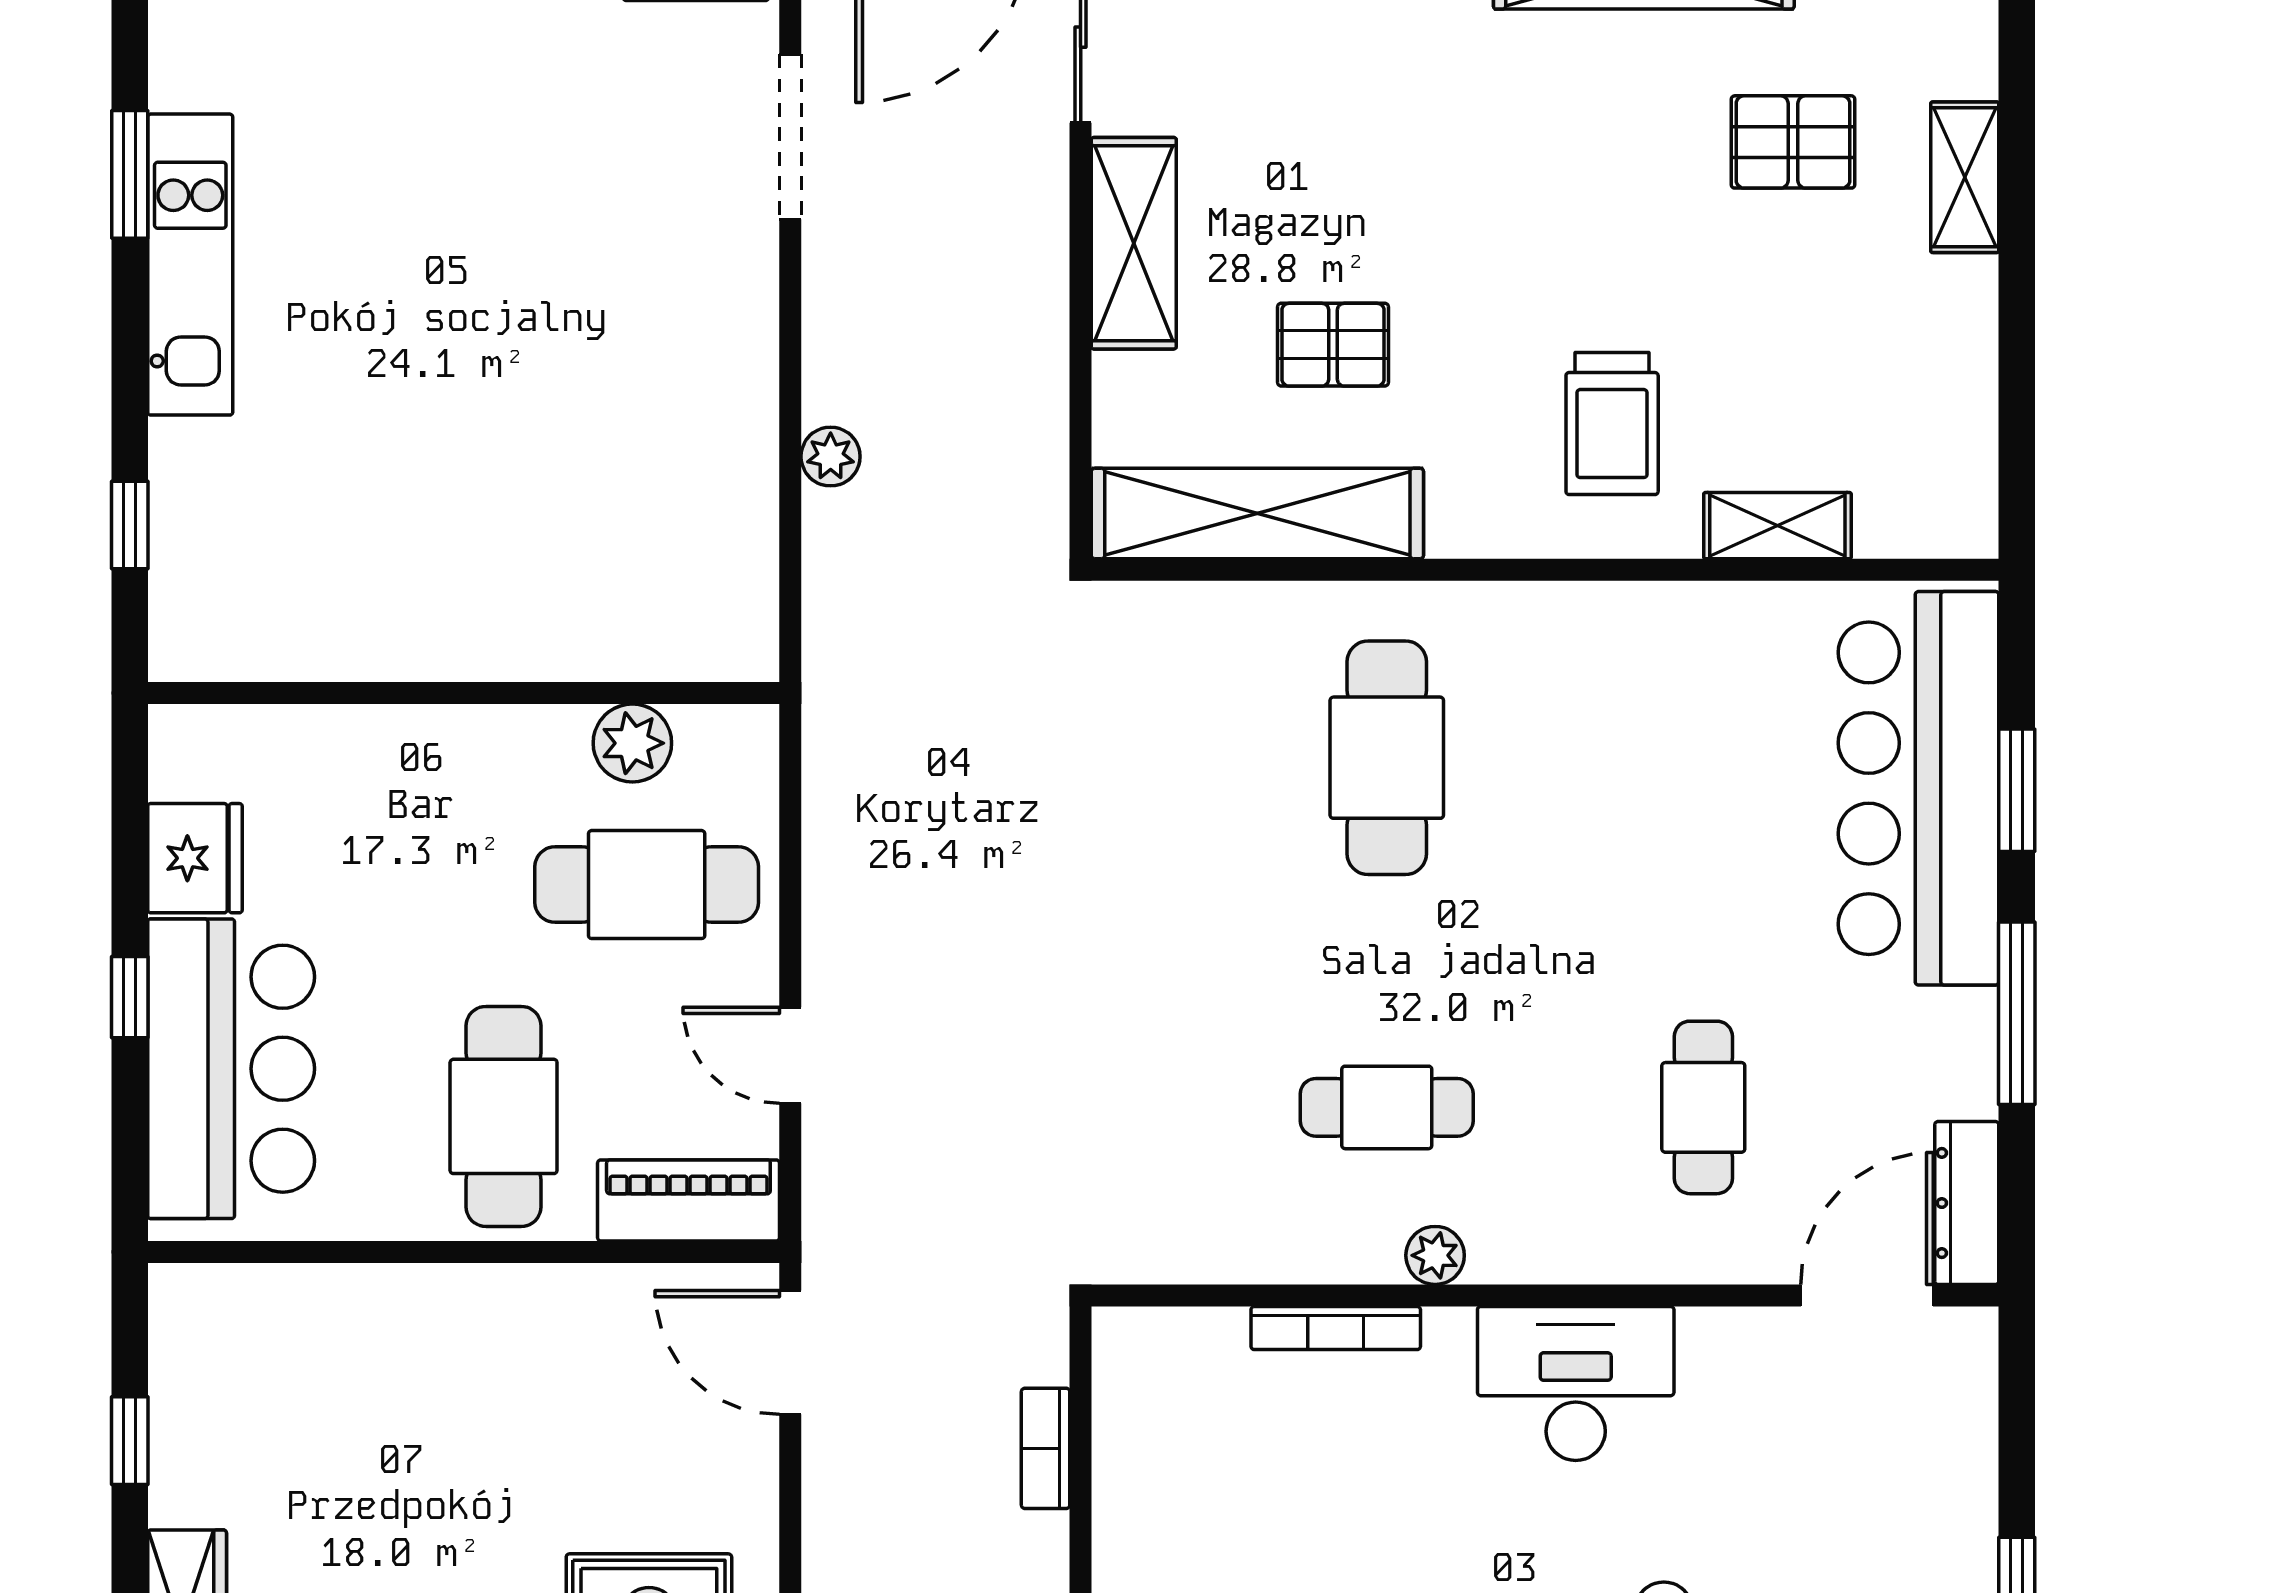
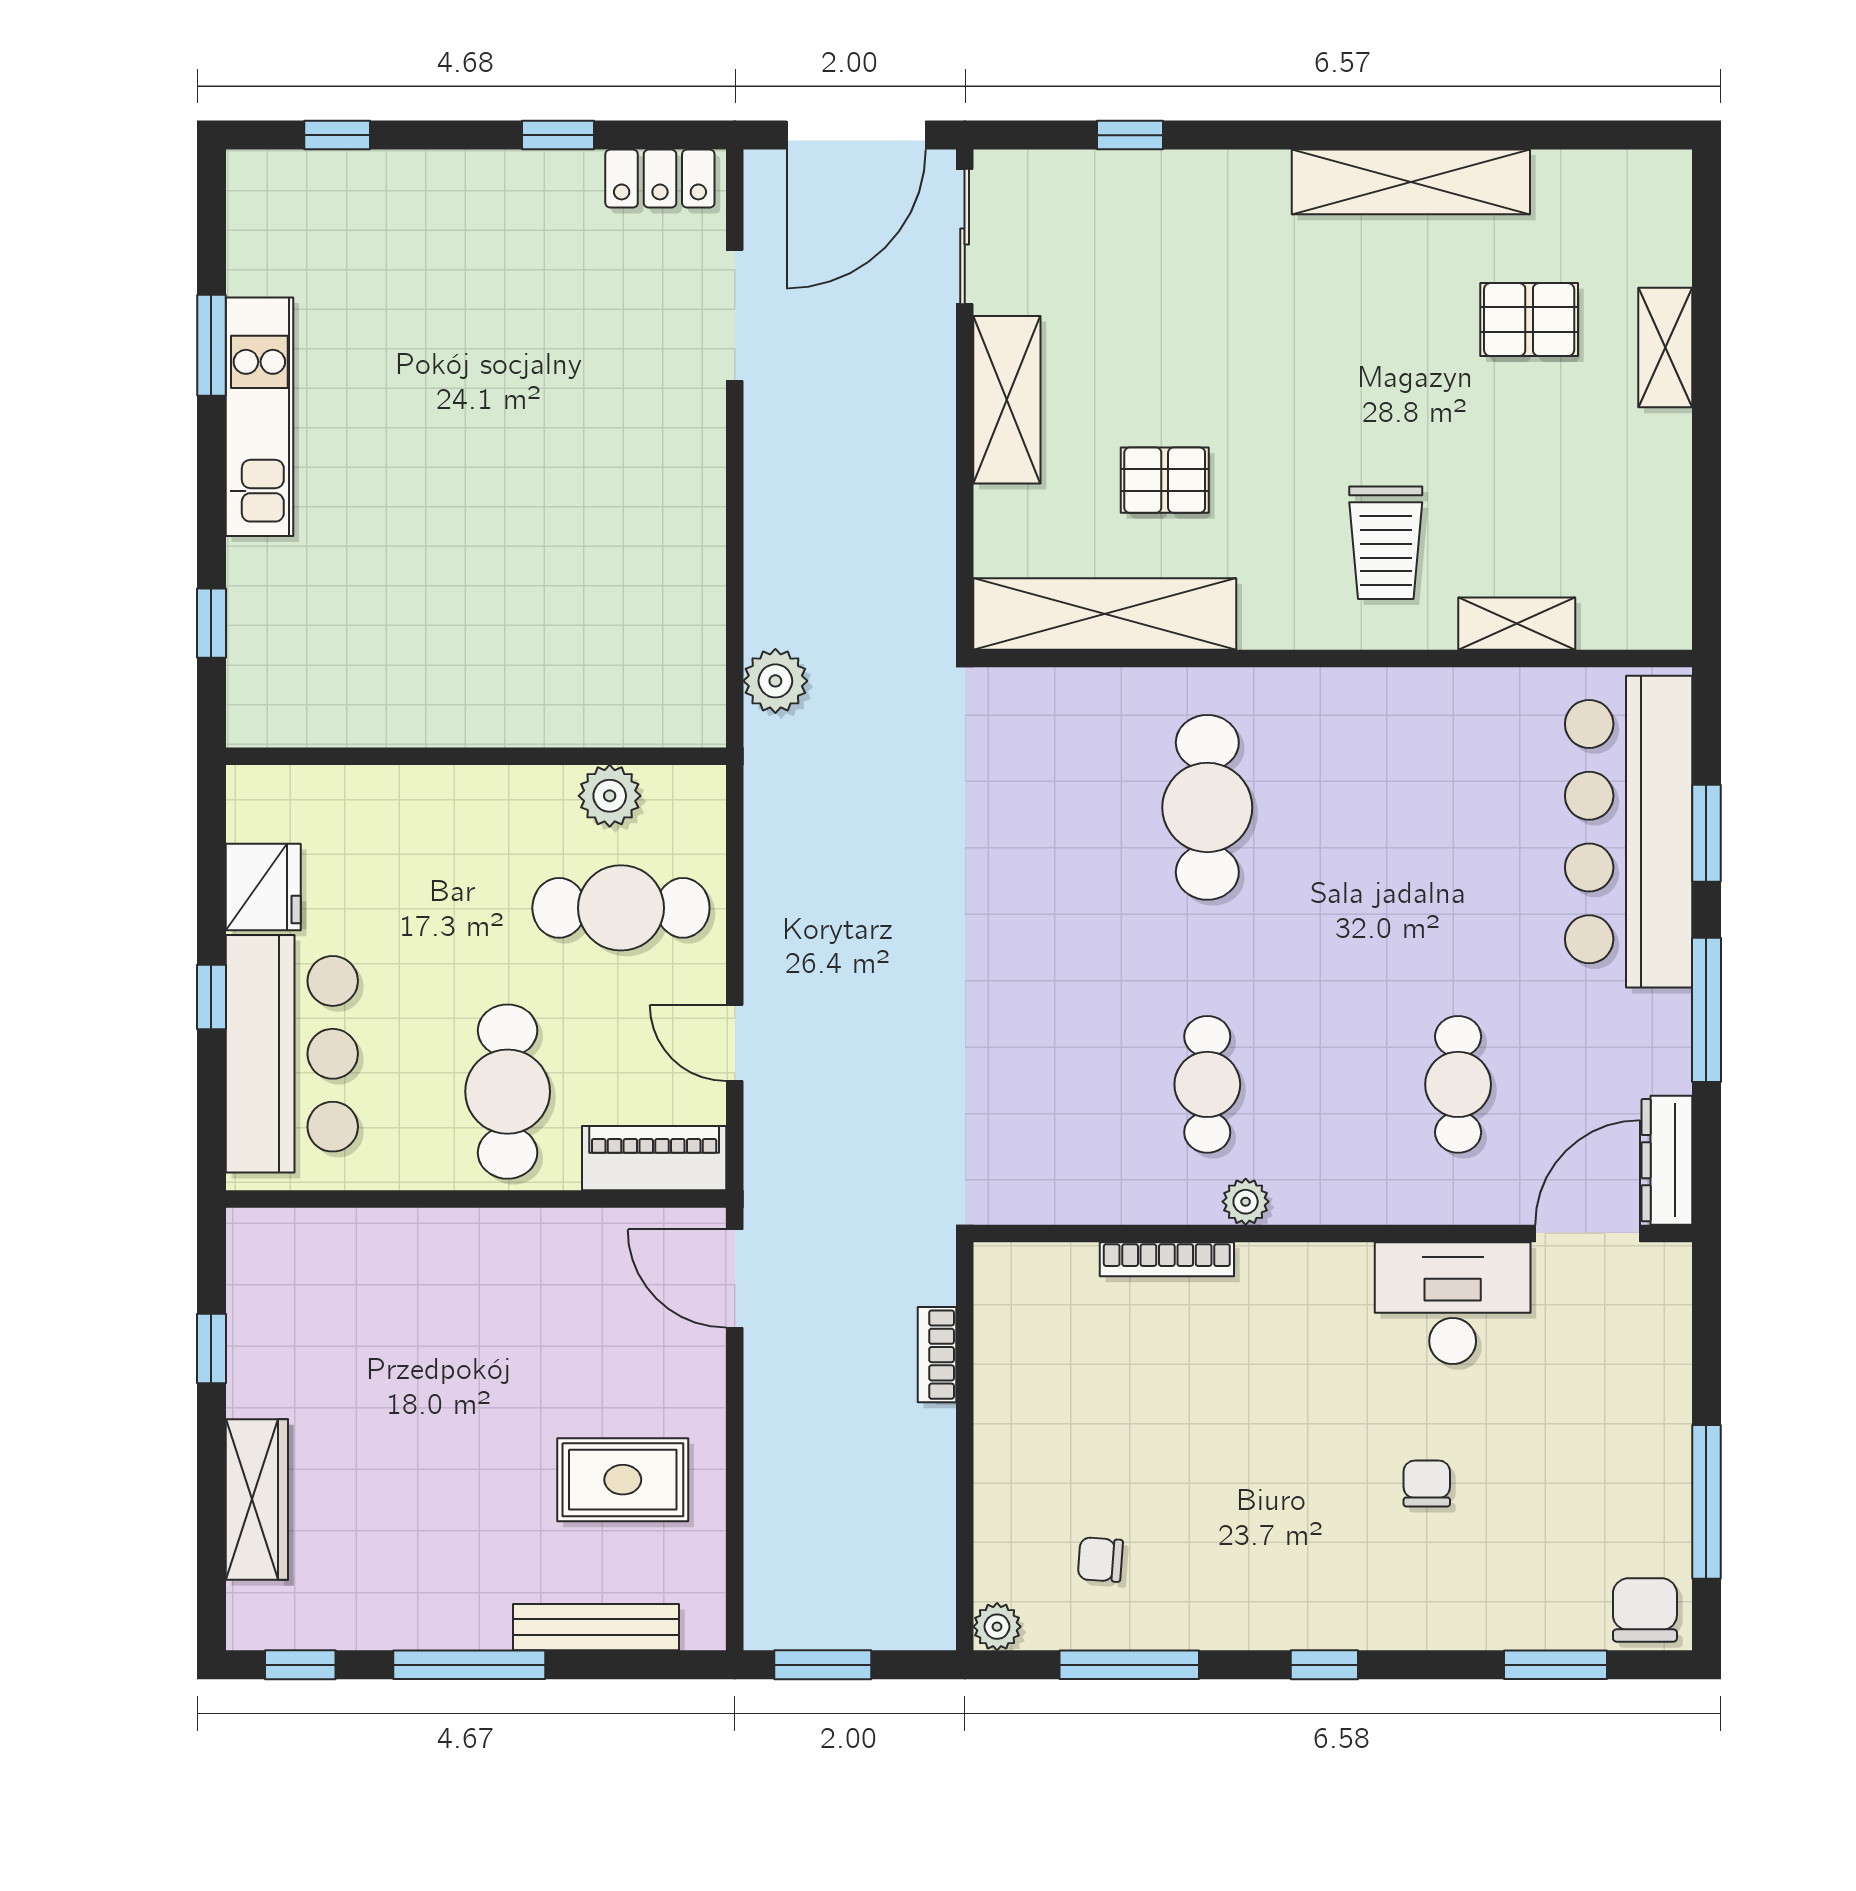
plant: (831, 457) -> (775, 681), moved, width x1.38, depth x1.38
cafe table: (1387, 1107) -> (1207, 1084), turned 90
desk: (1576, 1383) -> (1453, 1303), moved

